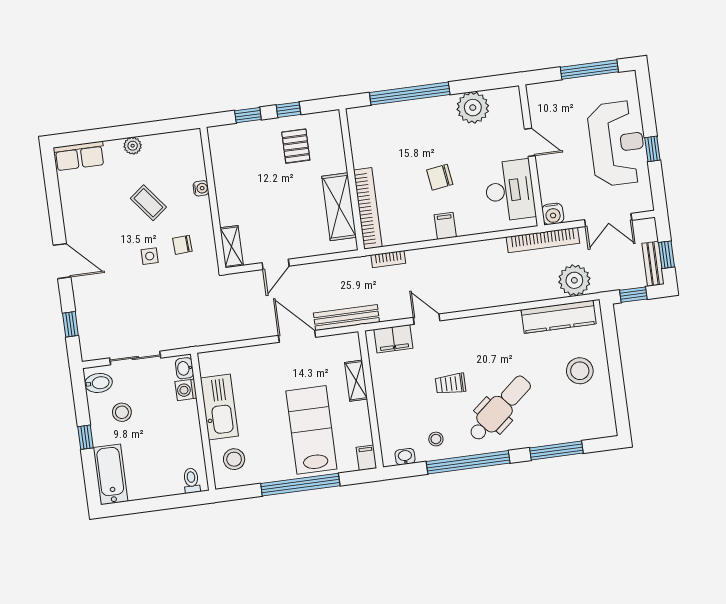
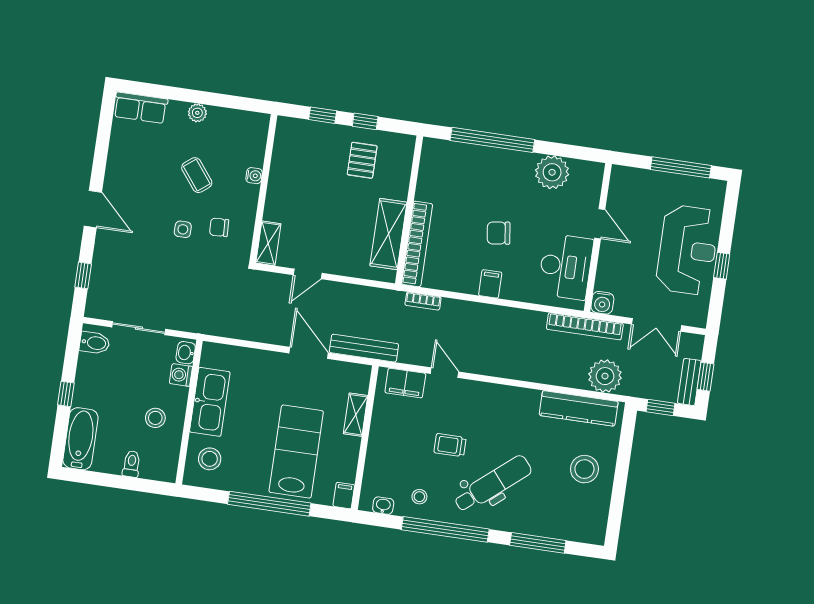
stool: (122, 412) -> (155, 418), moved
toilet: (191, 480) -> (131, 464), moved

